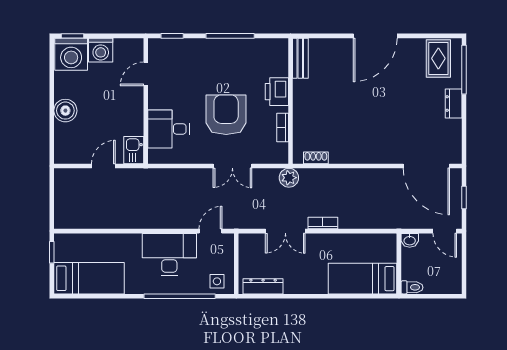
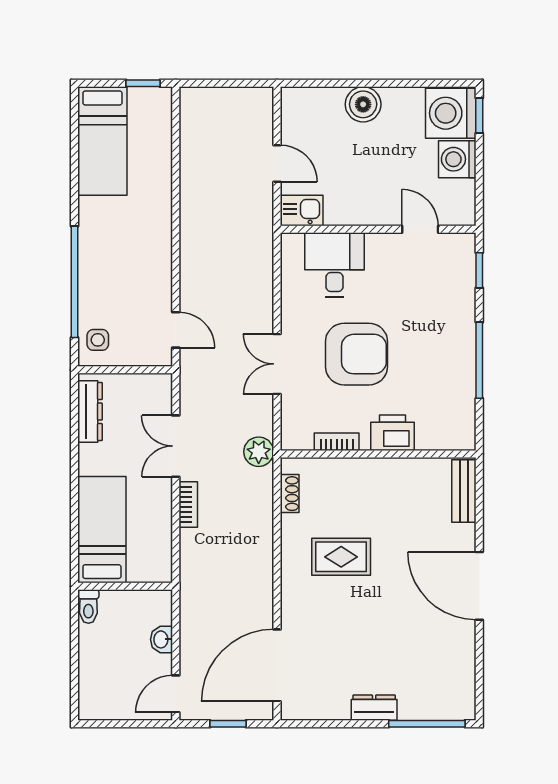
bench: (300, 58) -> (464, 491), moved, turned 90
rug: (438, 58) -> (341, 557), moved
desk: (169, 254) -> (139, 266), removed
wall: (399, 264) -> (125, 586), moved
bed: (362, 279) -> (102, 530), moved
toilet: (412, 287) -> (88, 606), moved

